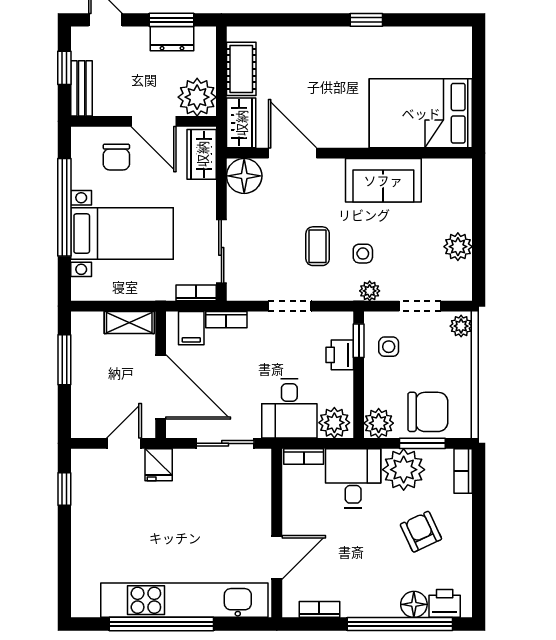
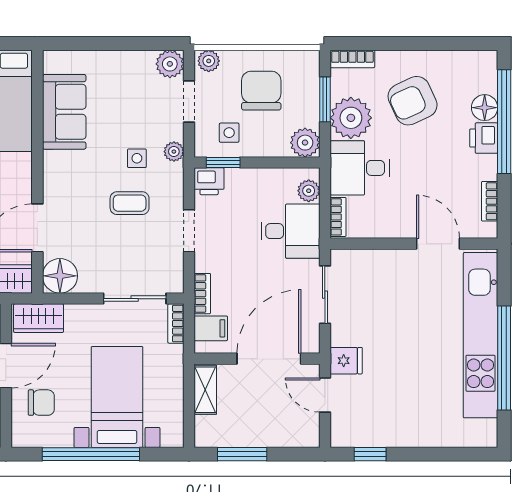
sofa: (383, 180) -> (64, 112), moved
plant: (458, 247) -> (170, 64), moved
printer: (340, 355) -> (209, 181), moved
chair: (428, 412) -> (261, 91), moved
plant: (334, 423) -> (309, 191), width x0.73, depth x0.73
armchair: (421, 532) -> (413, 101), width x1.38, depth x1.38
printer: (445, 603) -> (484, 138), moved

